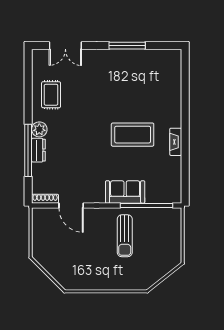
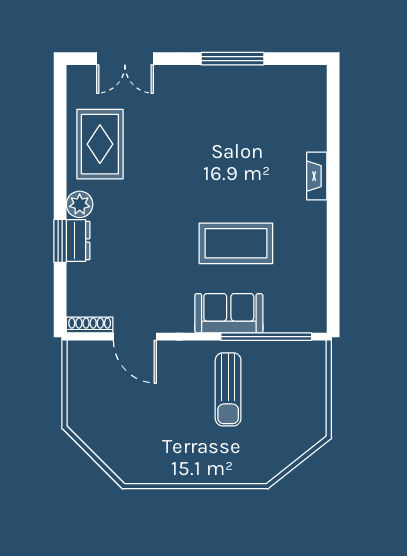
rug: (51, 95) -> (100, 144), width x1.36, depth x1.43
coffee table: (133, 135) -> (236, 243), moved
fireplace: (176, 142) -> (317, 176), moved
window: (28, 150) -> (60, 241), width x0.47

